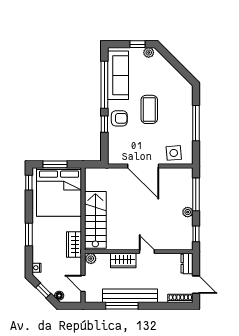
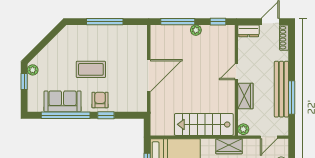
sofa: (118, 75) -> (63, 101), width x0.73
side table: (174, 153) -> (135, 44), removed

